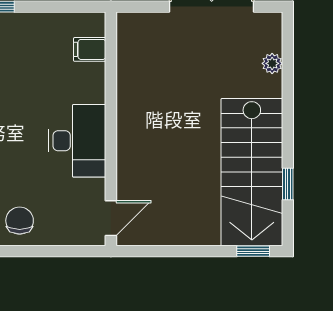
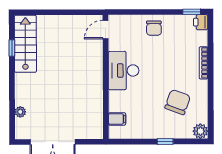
stairs: (252, 172) -> (25, 44), width x0.73, depth x0.66
window: (253, 251) -> (30, 12), removed

